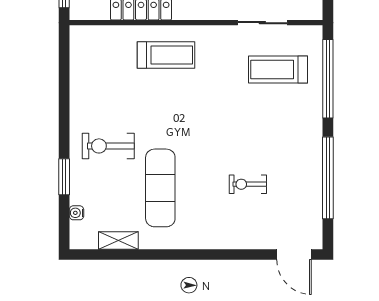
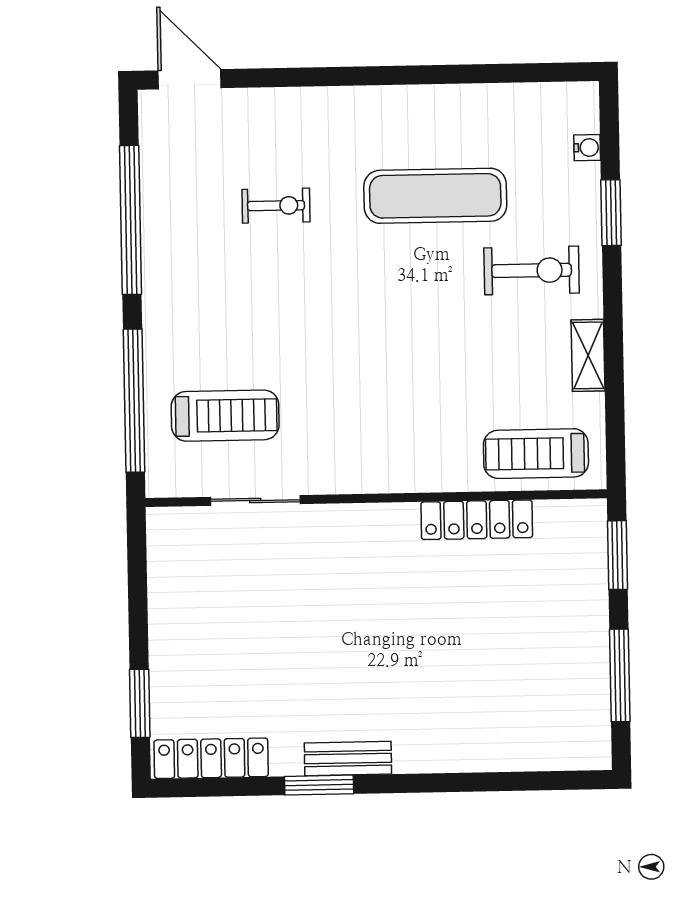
treadmill: (166, 55) -> (536, 454), moved
exercise mat: (160, 188) -> (435, 196), turned 90
shelving: (118, 240) -> (588, 355), moved, turned 90

